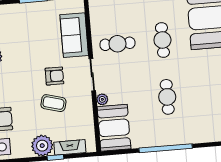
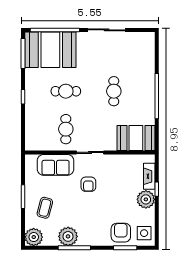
armchair: (54, 76) -> (88, 184), turned 180
cafe table: (167, 97) -> (114, 91), turned 90
plant: (102, 99) -> (111, 146), removed
coffee table: (53, 103) -> (45, 208), moved

